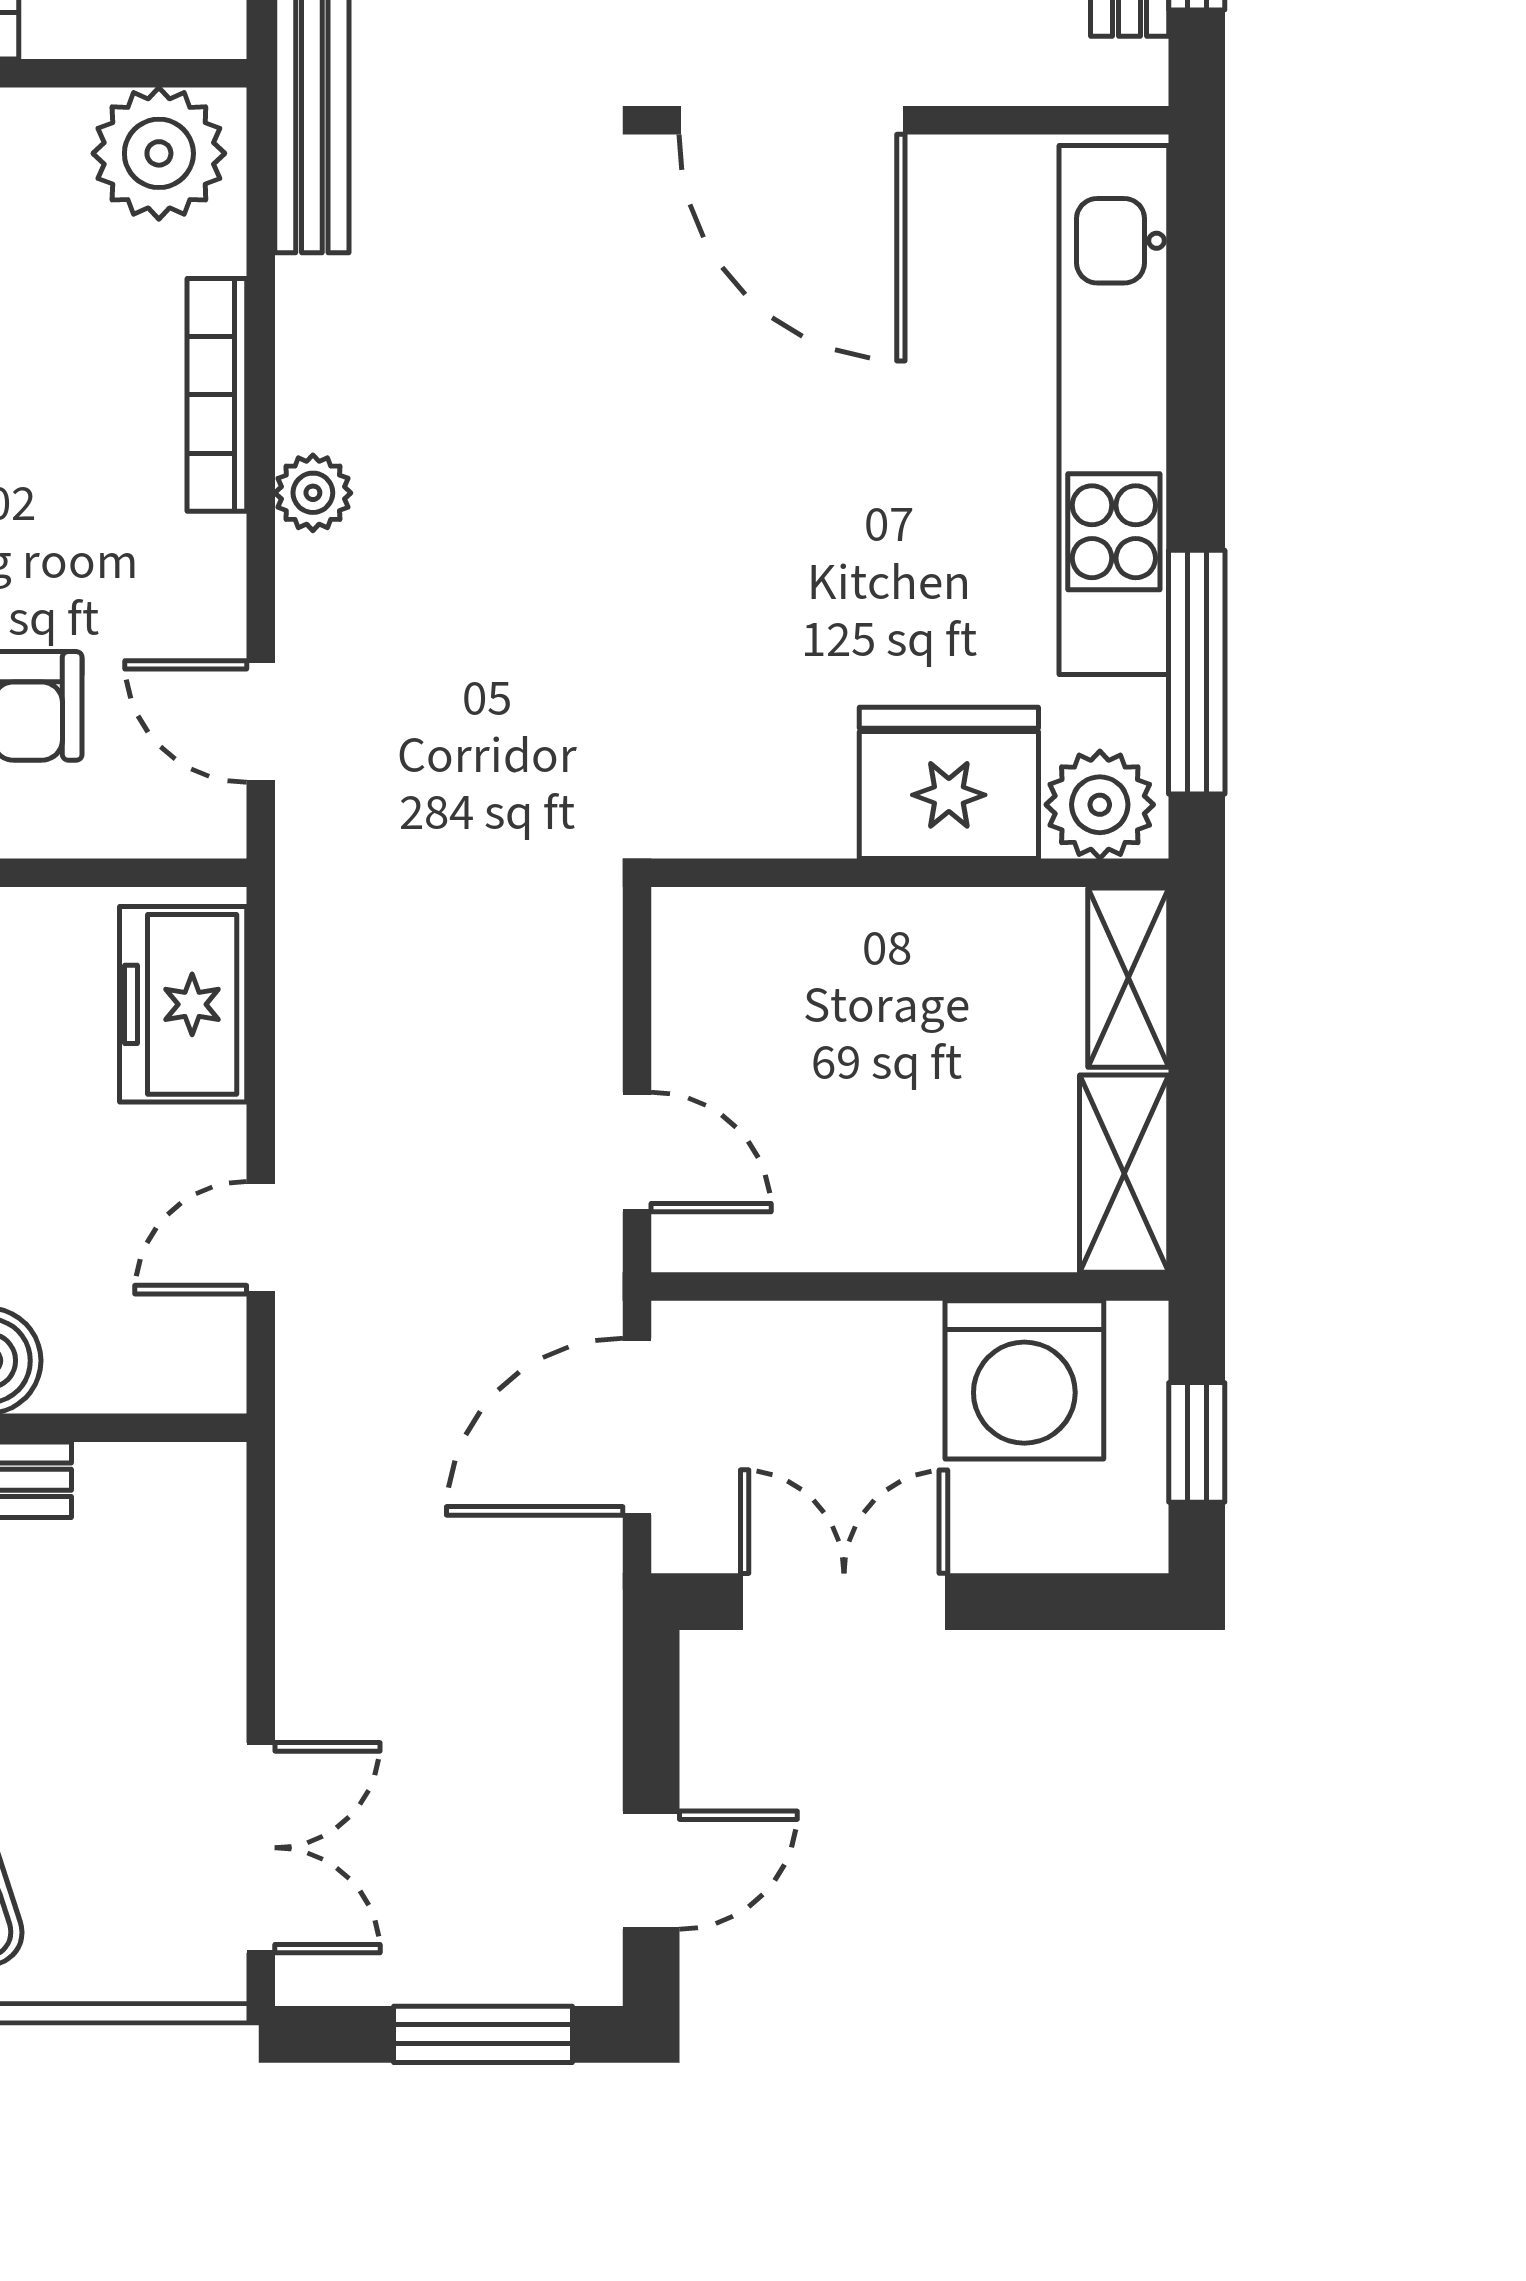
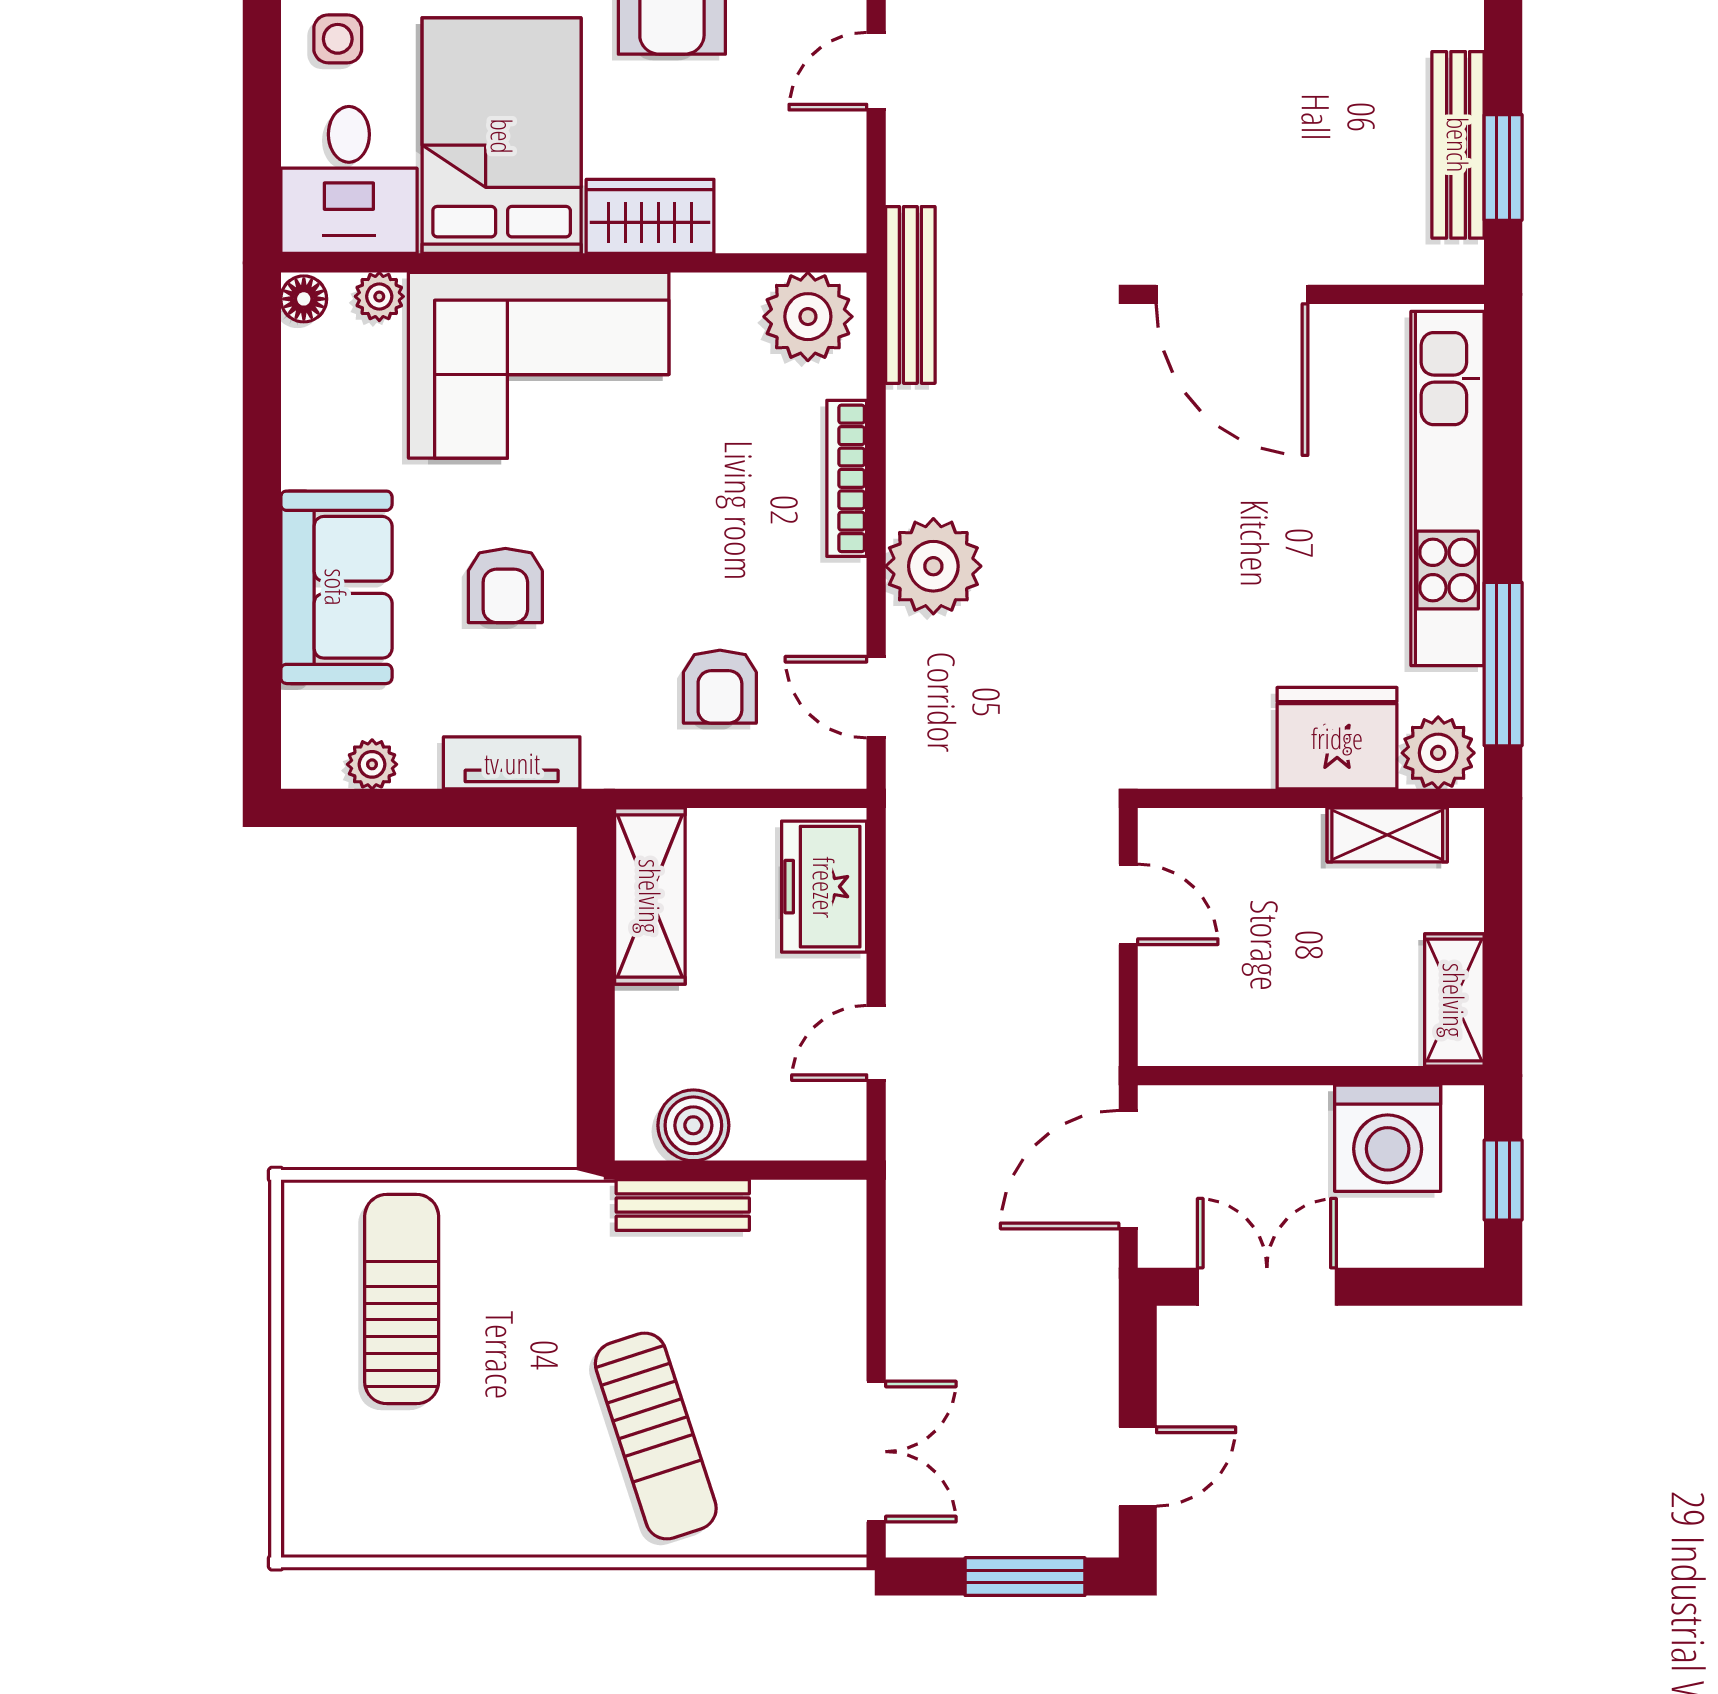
plant: (313, 493) -> (933, 566), width x1.87, depth x1.87
shelving: (1128, 978) -> (1387, 835), moved, turned 90
door: (637, 1152) -> (1128, 904), moved

